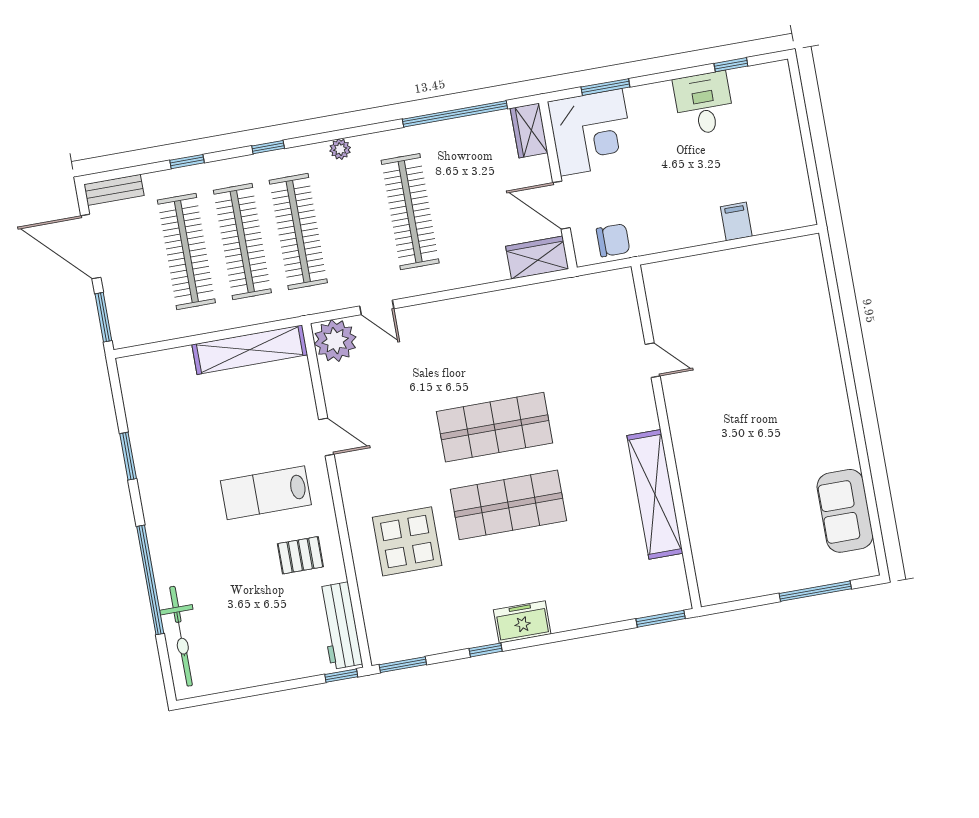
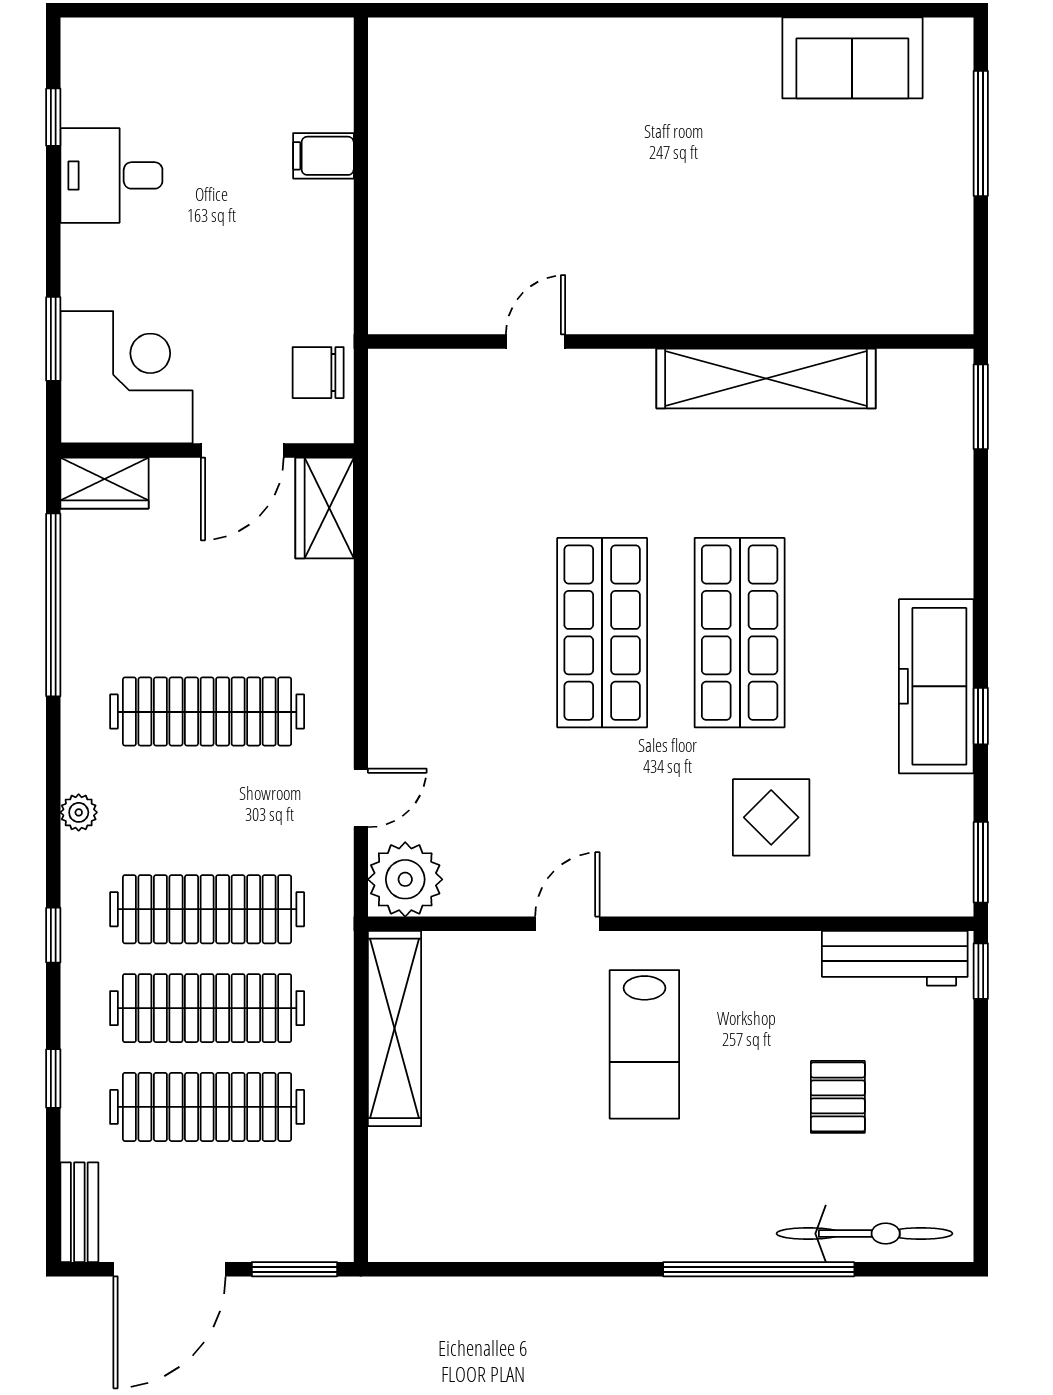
chair: (613, 240) -> (318, 373), turned -90
window: (128, 456) -> (540, 1269), removed
display table: (407, 541) -> (771, 817), width x0.73, depth x0.73
pallet: (300, 555) -> (838, 1097), moved
freezer: (522, 622) -> (936, 686), width x1.91, depth x1.26

